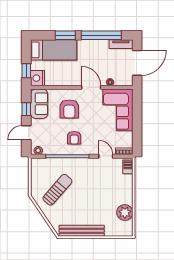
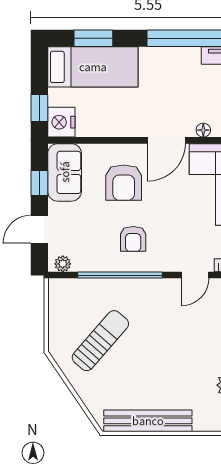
window: (65, 35) -> (93, 38), moved
door: (91, 87) -> (166, 140), swing flipped
door: (106, 156) -> (195, 275), swing flipped

